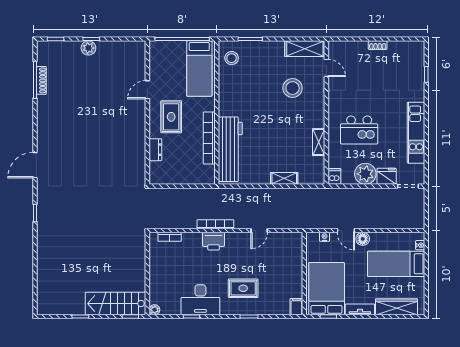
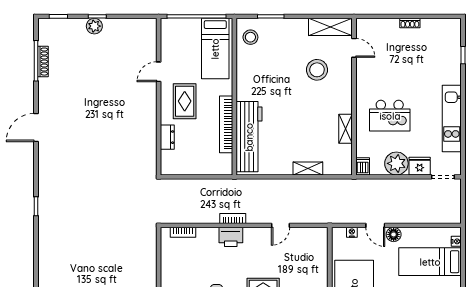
door: (35, 165) -> (36, 127), moved
bookcase: (215, 224) -> (233, 218), width x0.64

